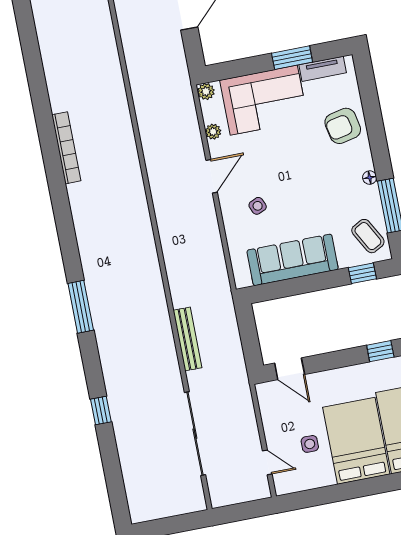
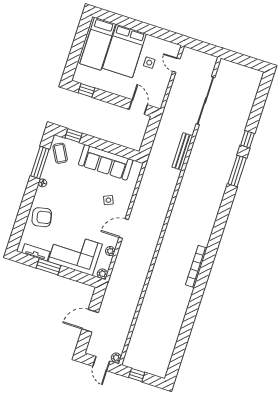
bookcase: (66, 148) -> (196, 266), moved
window: (81, 307) -> (237, 171), moved

